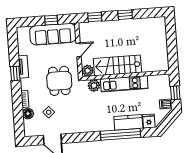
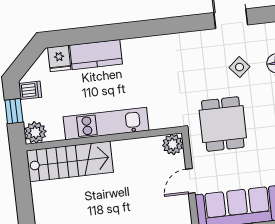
stairs: (117, 65) -> (70, 161), moved
plant: (94, 86) -> (35, 132), moved
window: (120, 134) -> (109, 33), removed

